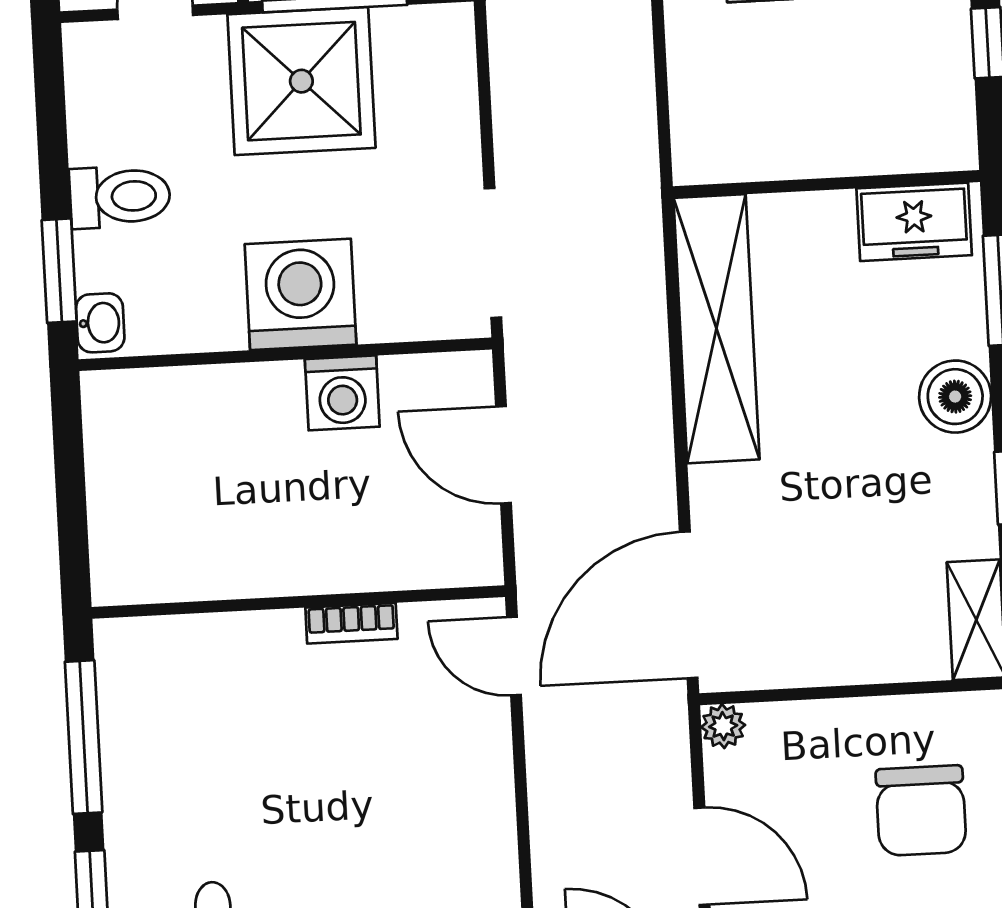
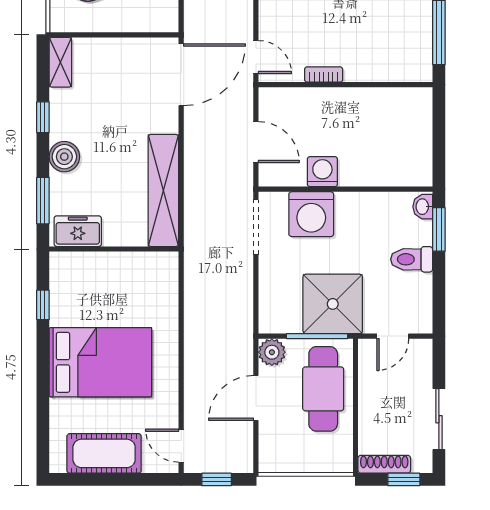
washing machine: (301, 294) -> (311, 214), moved
plant: (723, 726) -> (169, 23), removed

